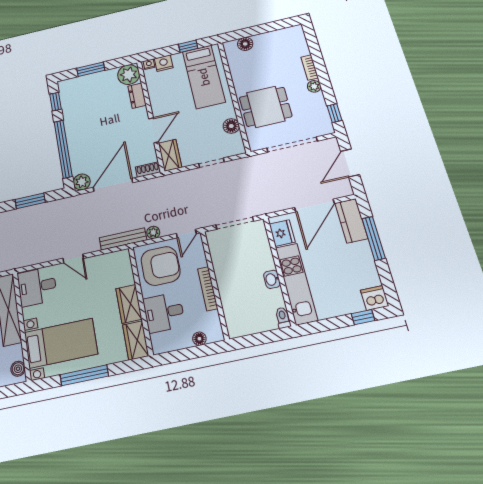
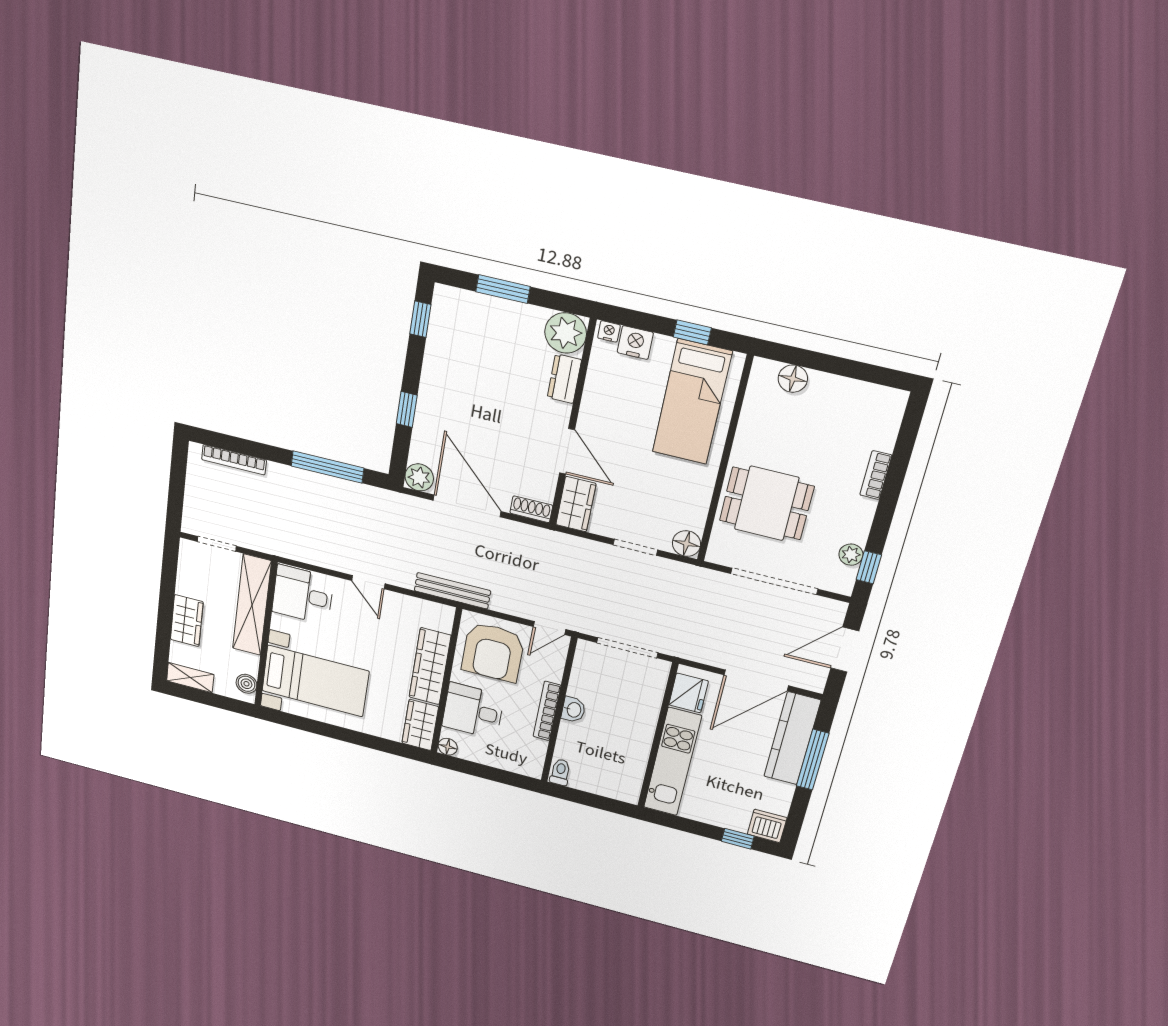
plant: (314, 86) -> (851, 555), moved
floor lamp: (231, 126) -> (686, 544), moved
door: (154, 130) -> (567, 451), hinge flipped
window: (63, 149) -> (407, 409), width x0.32
door: (113, 185) -> (467, 506), hinge flipped
window: (30, 201) -> (327, 467), width x1.44
kitchen counter: (351, 221) -> (792, 739), width x1.50
plant: (153, 232) -> (501, 603), removed
armchair: (161, 266) -> (493, 652), turned 90
washbasin: (272, 279) -> (573, 710), moved, turned 180
wardrobe: (129, 304) -> (430, 666), width x1.50
toilet: (283, 318) -> (560, 772), moved
floor lamp: (199, 339) -> (448, 747), moved
window: (84, 375) -> (335, 732), removed

